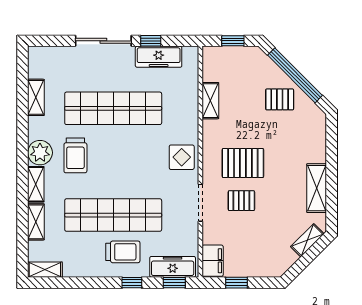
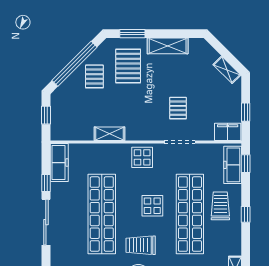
freezer: (159, 57) -> (59, 163), moved
shelving: (210, 101) -> (109, 134), moved
window: (332, 145) -> (132, 34), added
trolley: (75, 155) -> (141, 245), turned 180
pallet: (243, 163) -> (128, 66), moved
display table: (123, 170) -> (152, 206), added
shelving: (307, 240) -> (227, 70), moved
window: (132, 283) -> (246, 214), moved

